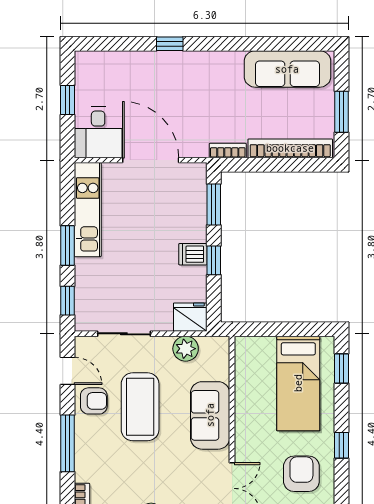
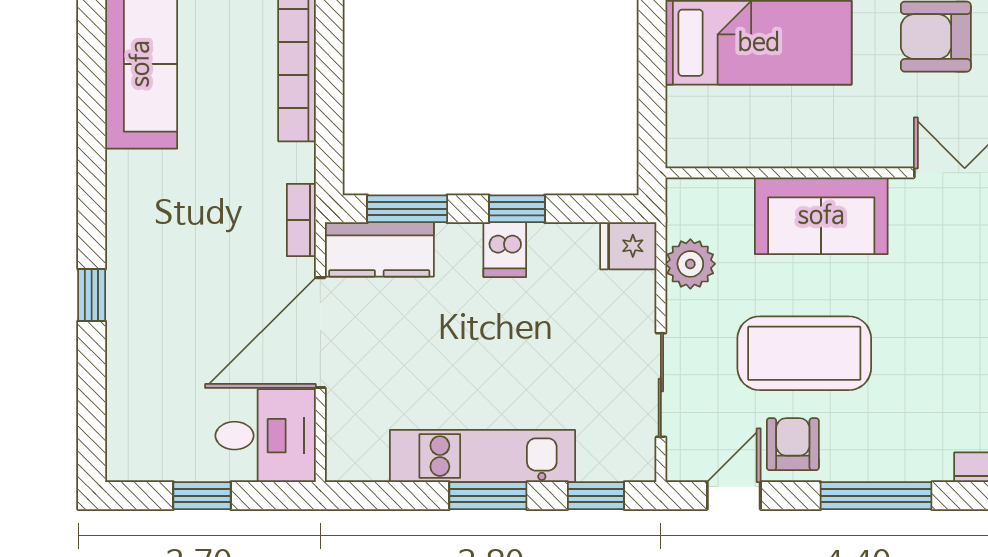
bookcase: (228, 151) -> (301, 220), moved
kitchen counter: (193, 190) -> (379, 249), added
kitchen unit: (88, 210) -> (482, 456), moved
fridge: (190, 317) -> (628, 246), width x0.72

